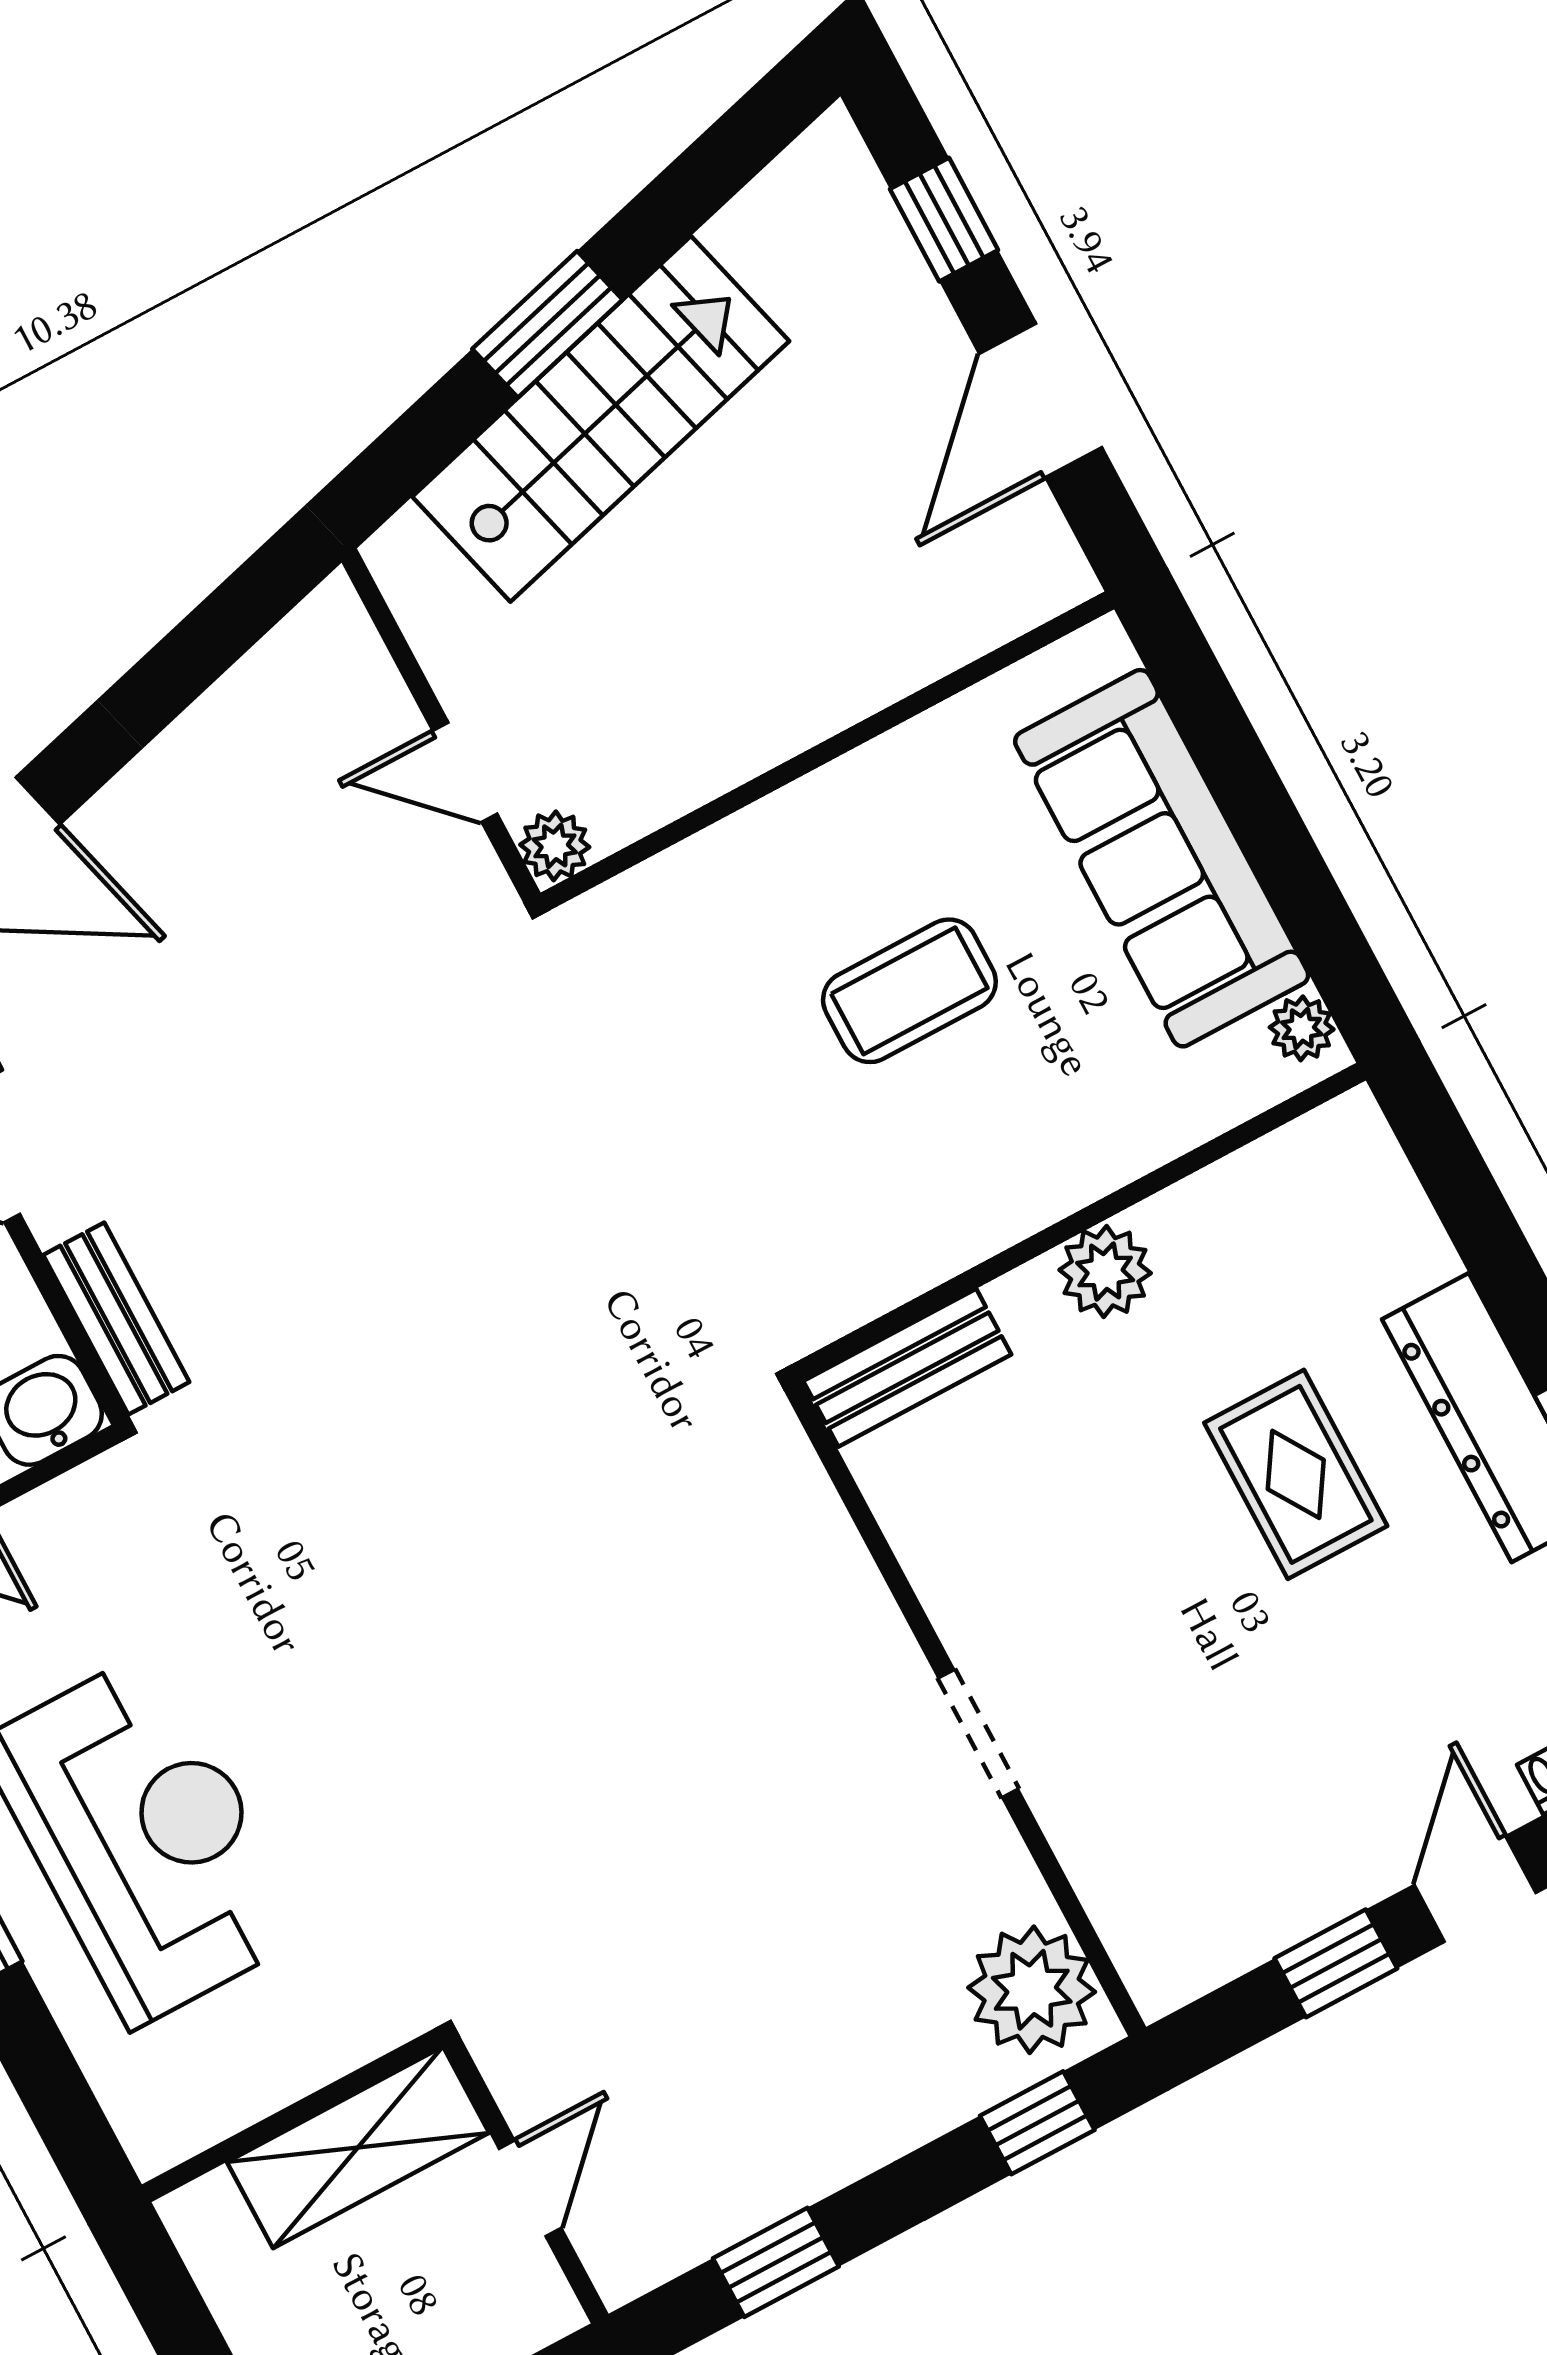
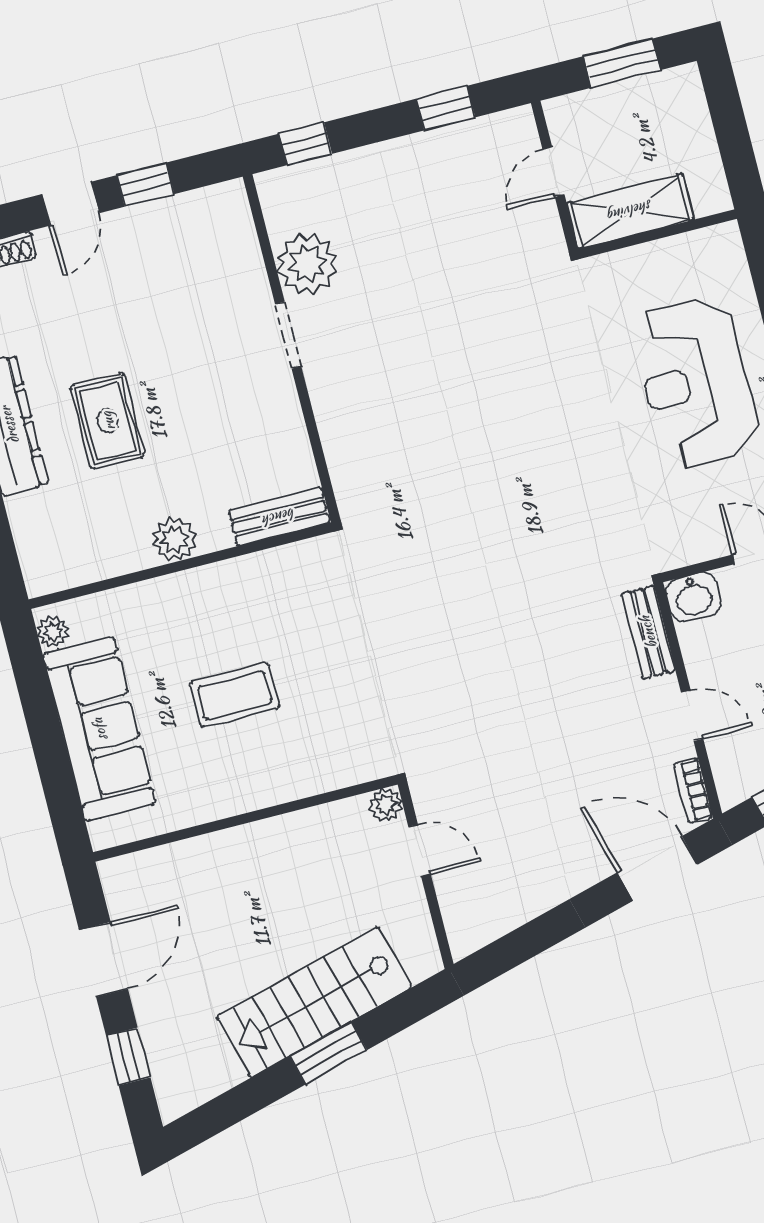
plant: (1032, 1990) -> (307, 264), moved

